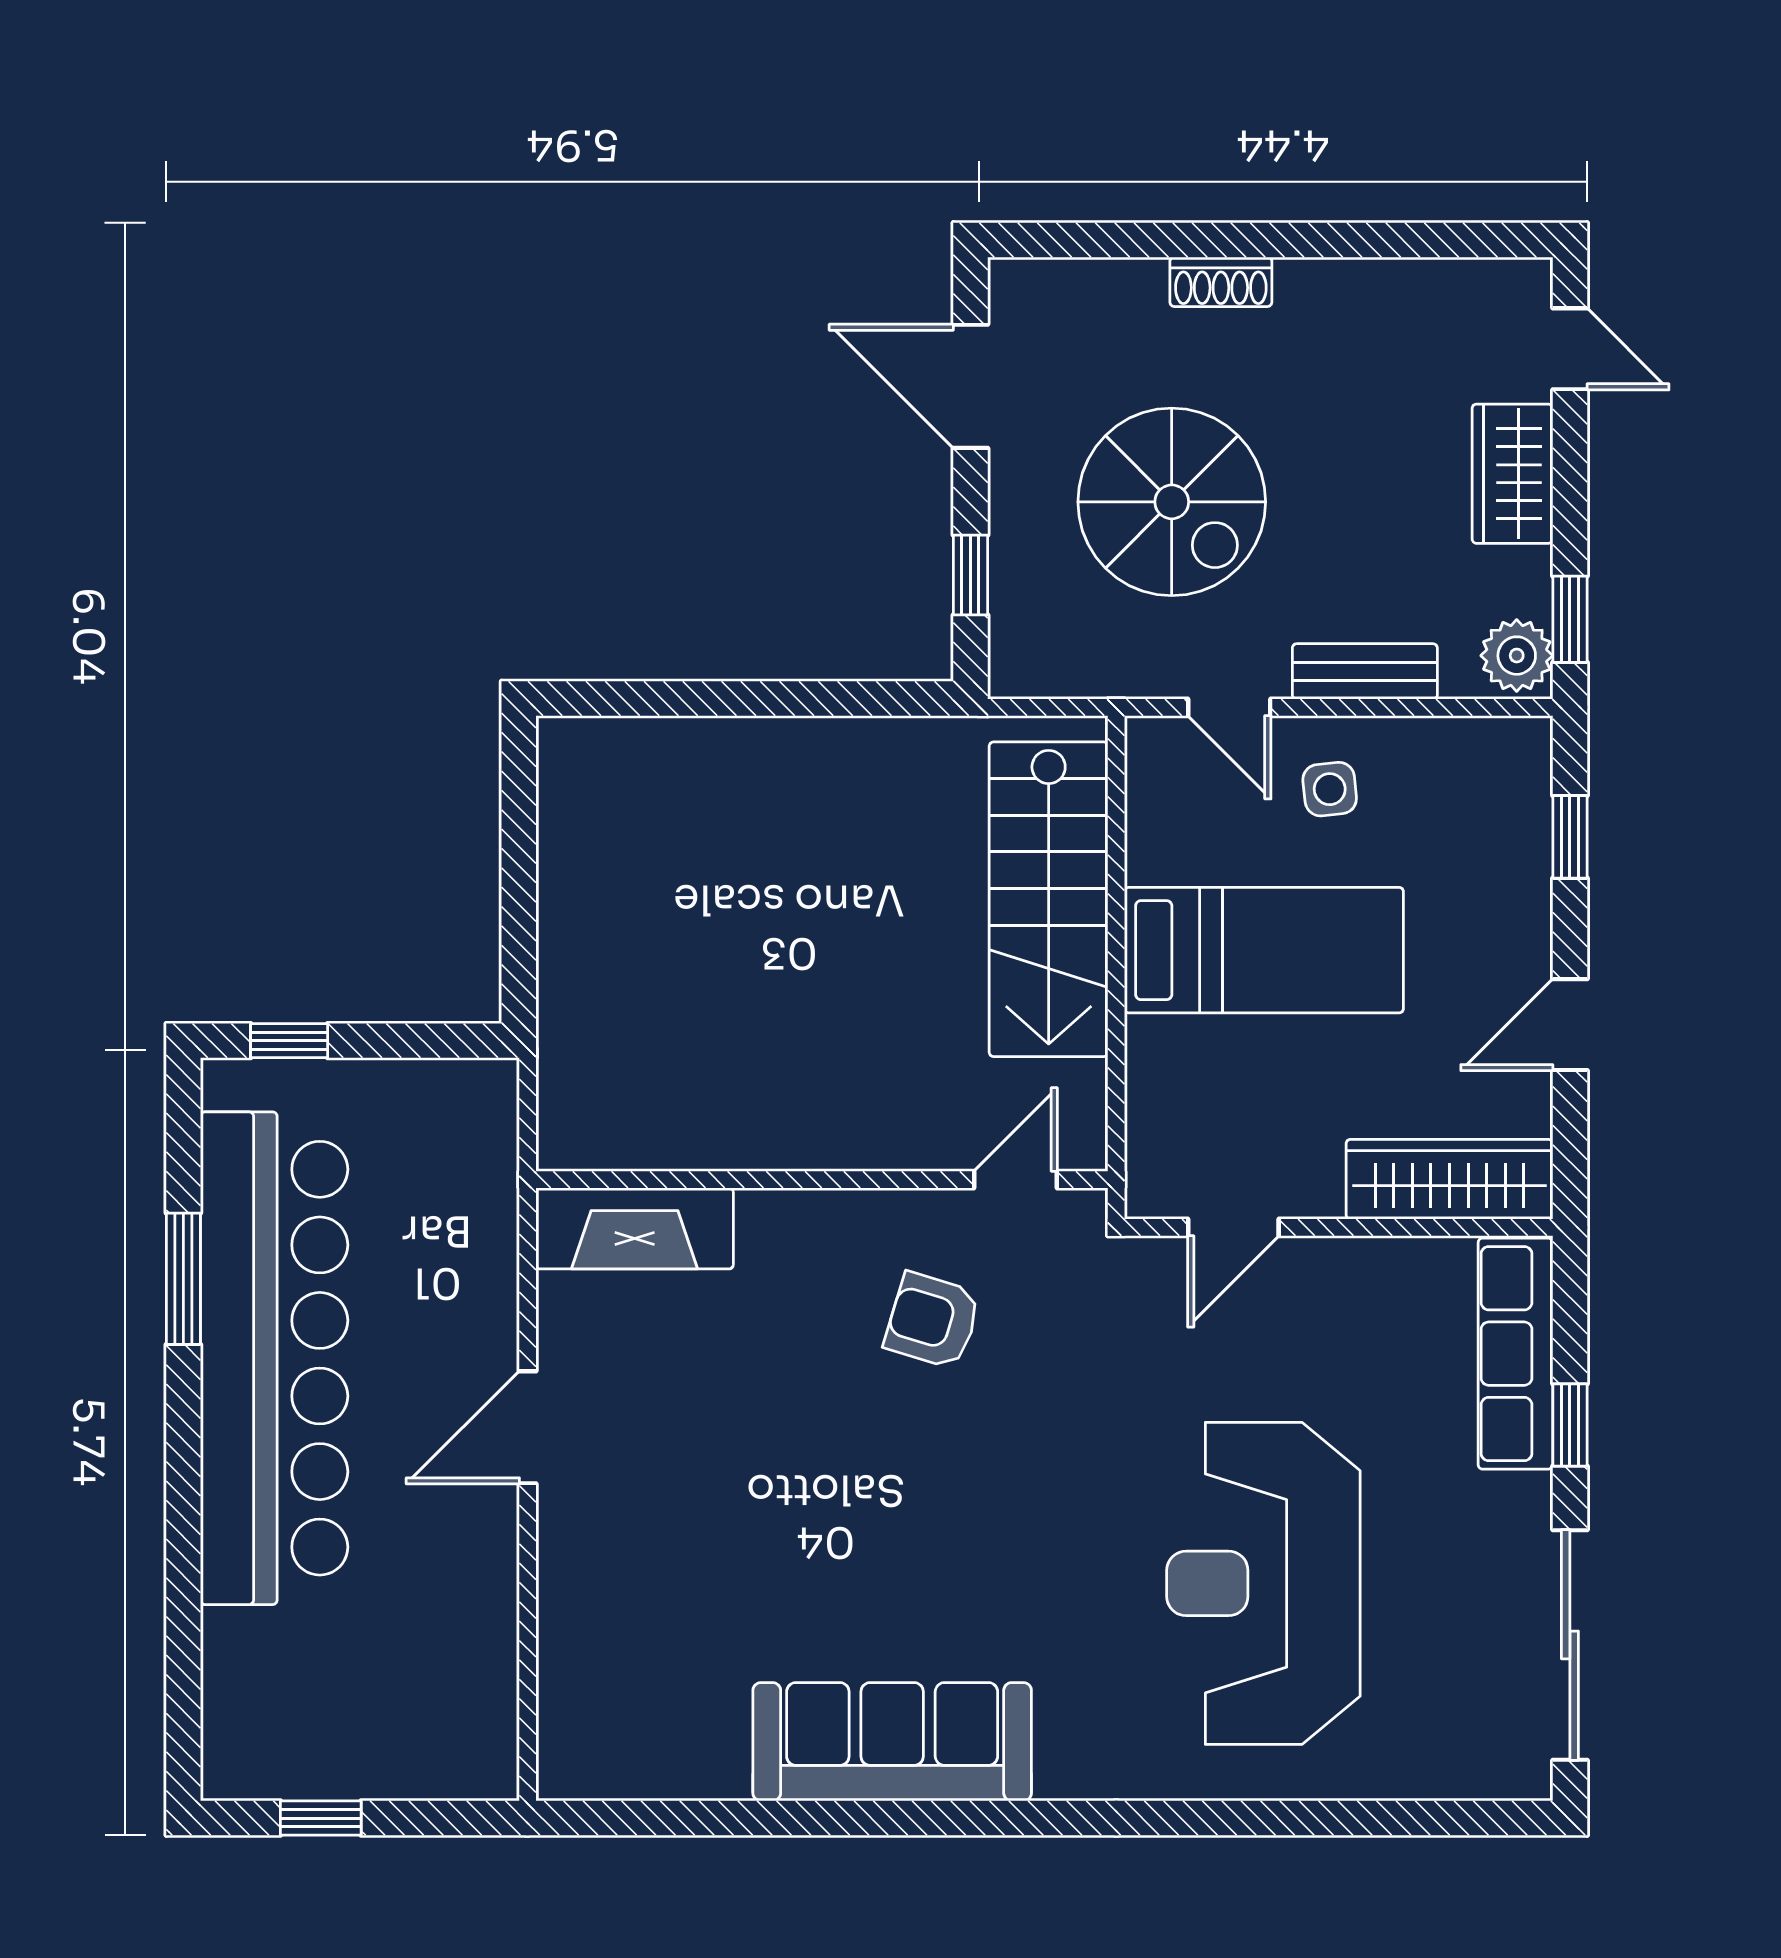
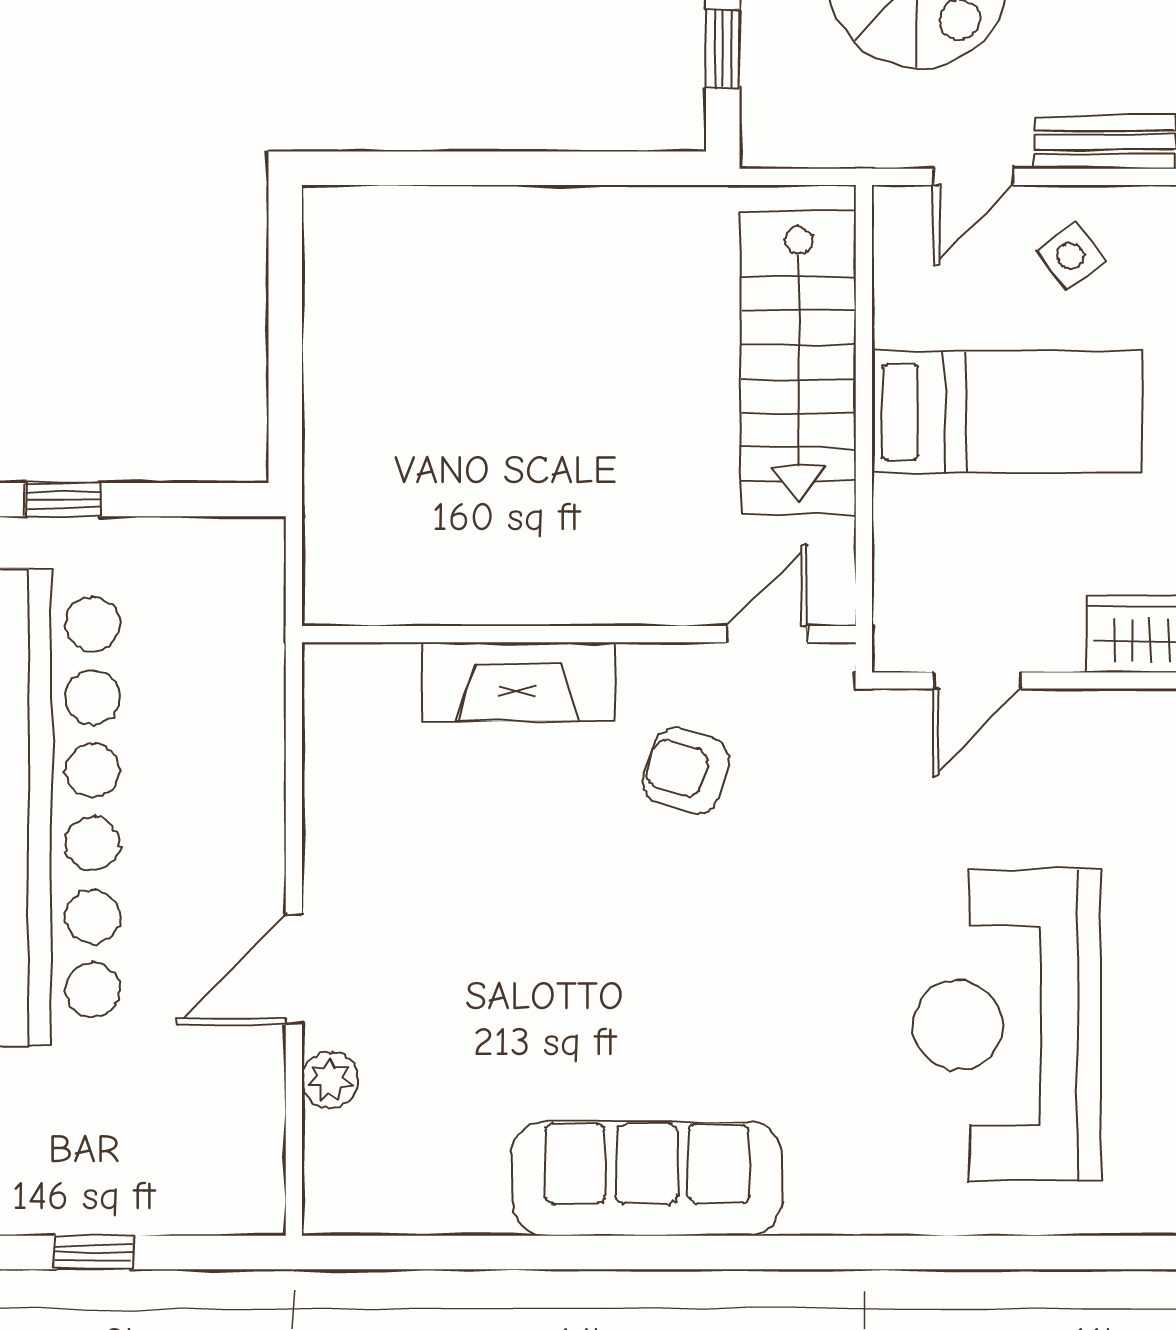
door: (1229, 707) -> (973, 177), hinge flipped
side table: (1330, 789) -> (1071, 256), turned -31
fireplace: (635, 1228) -> (518, 681), moved
door: (528, 1427) -> (294, 969), moved
plant: (565, 1640) -> (330, 1080), added

